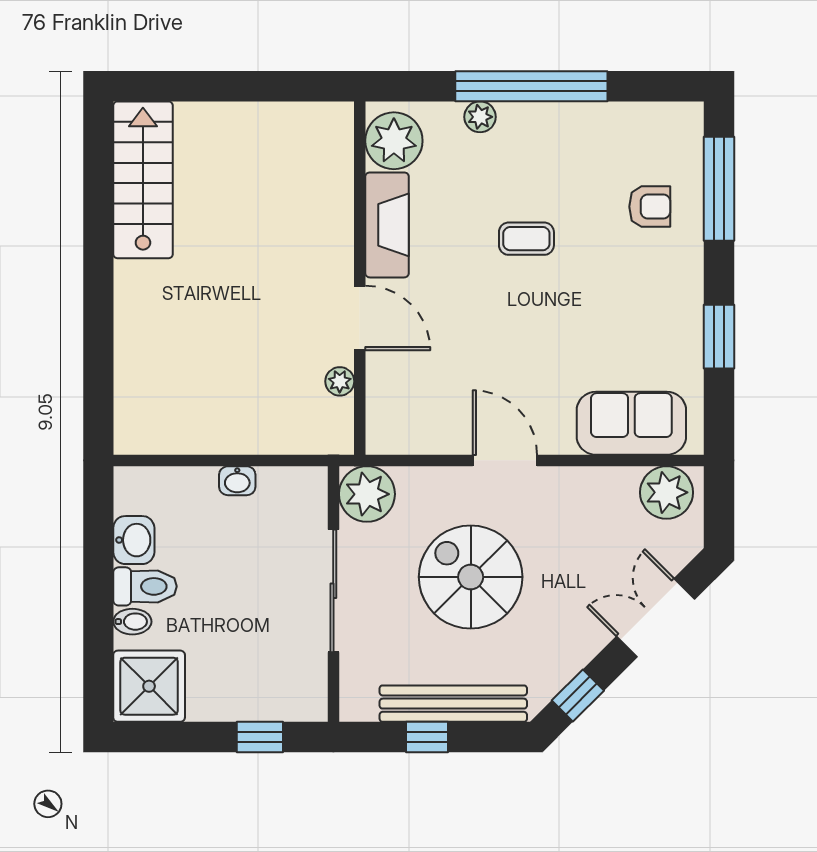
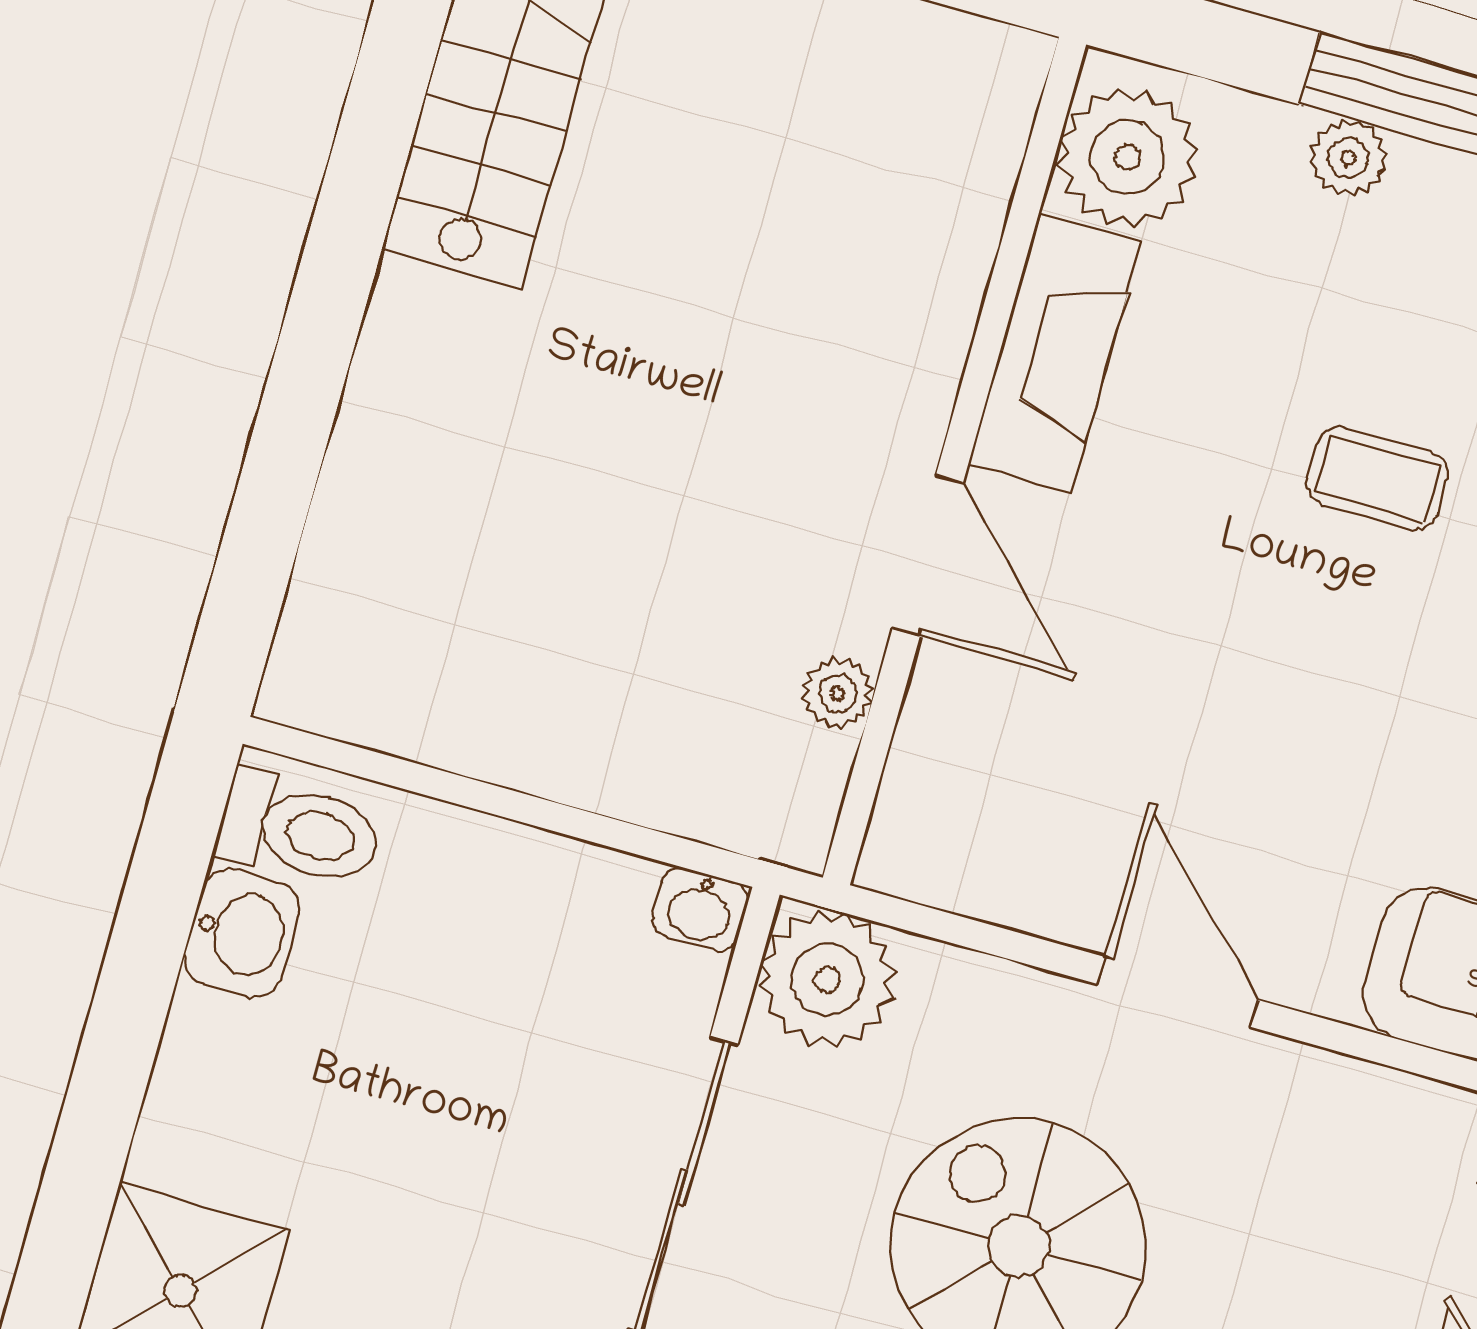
washbasin: (237, 481) -> (700, 910), moved
toilet: (145, 586) -> (300, 830), moved
bidet: (132, 622) -> (184, 1126), removed

